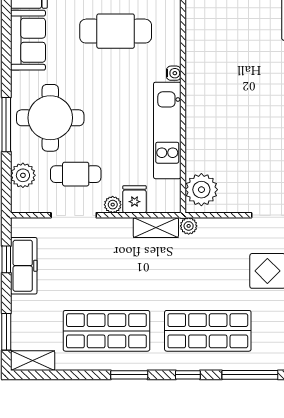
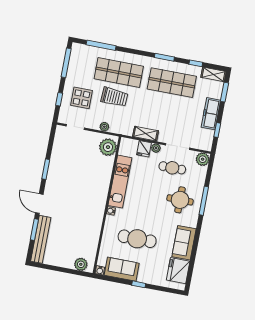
round table: (50, 118) -> (180, 200), width x0.73, depth x0.73
plant: (23, 175) -> (203, 159), moved
plant: (189, 226) -> (104, 127), moved
shelving: (156, 228) -> (146, 134), moved
freezer: (24, 266) -> (211, 114), moved
trolley: (207, 284) -> (114, 97), added
window: (188, 375) -> (196, 63), moved

